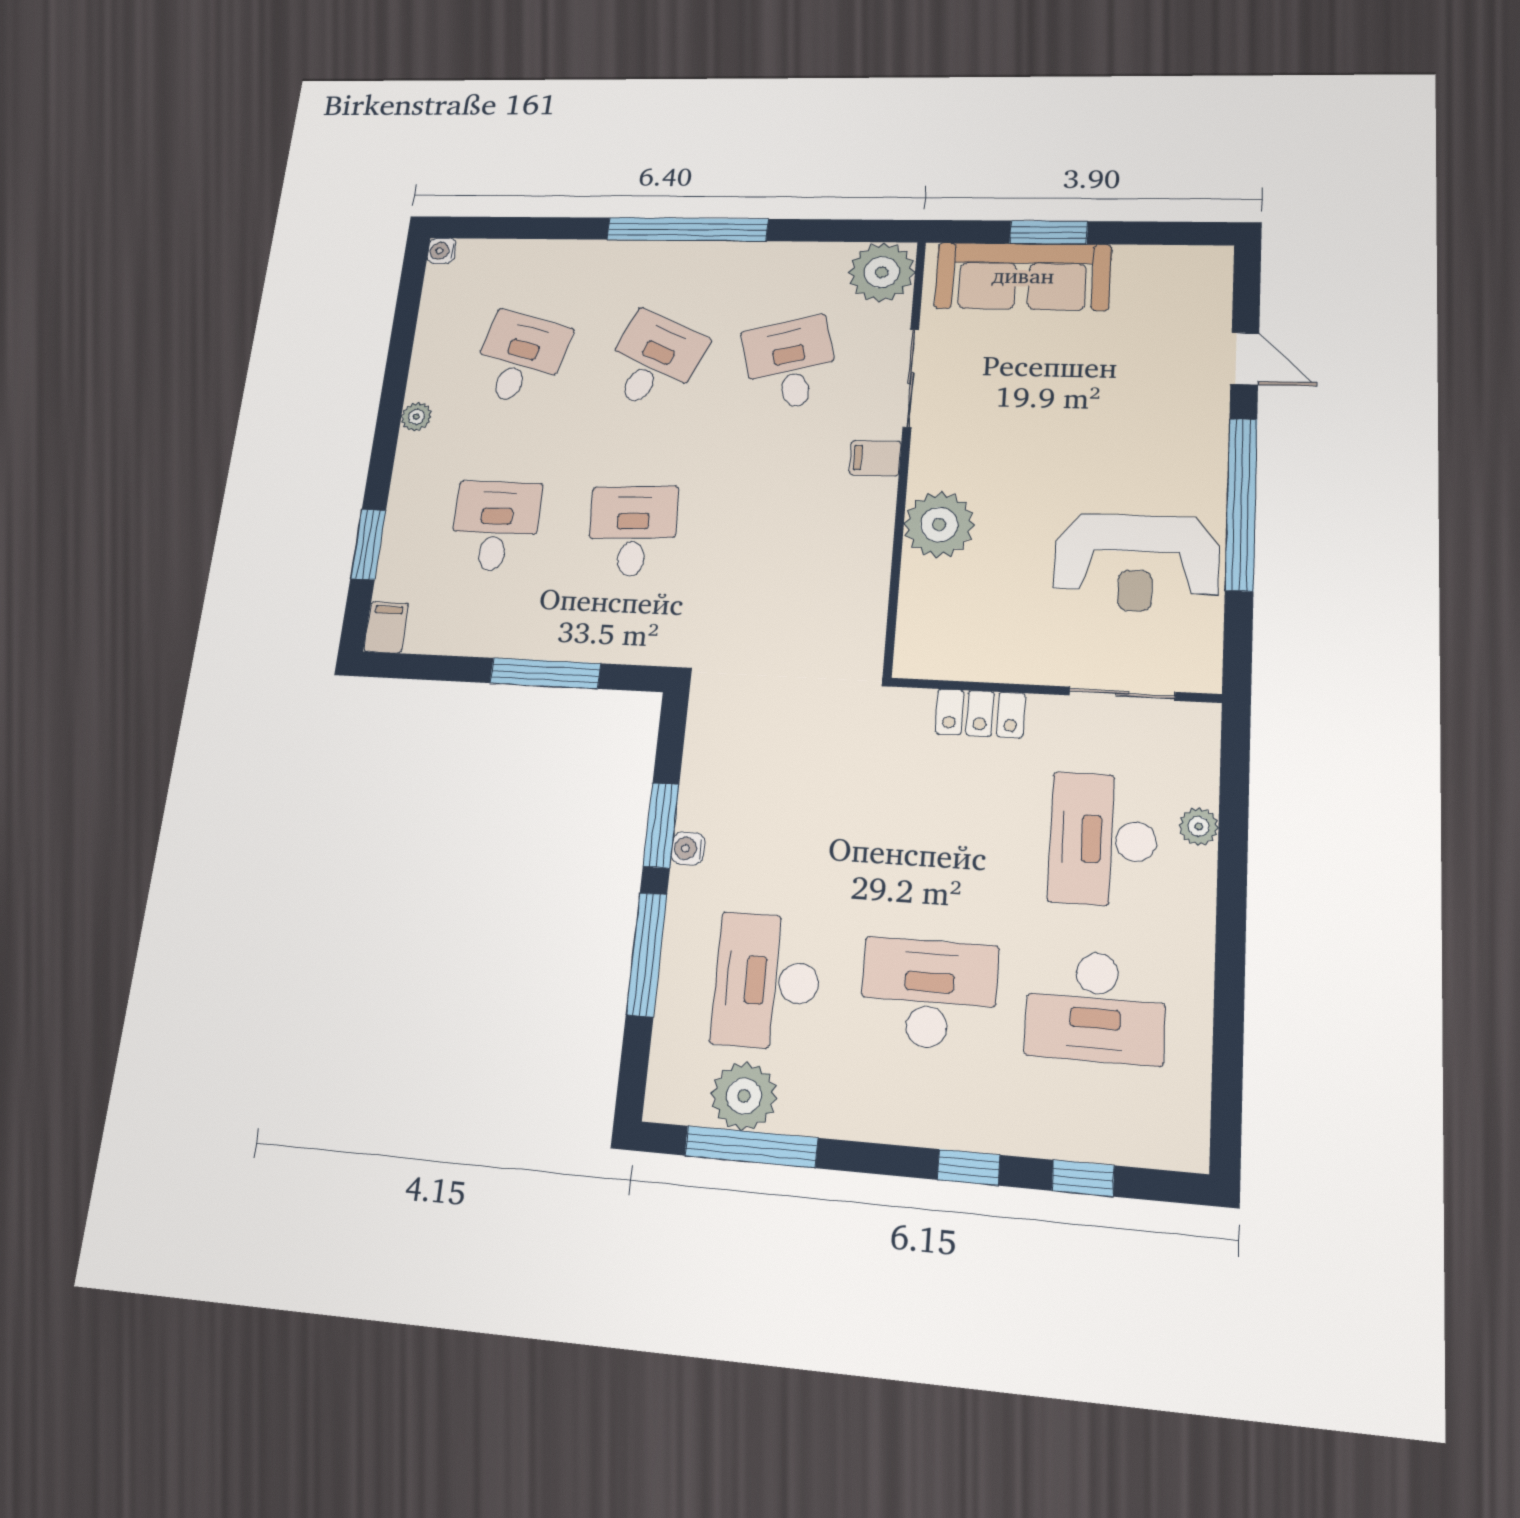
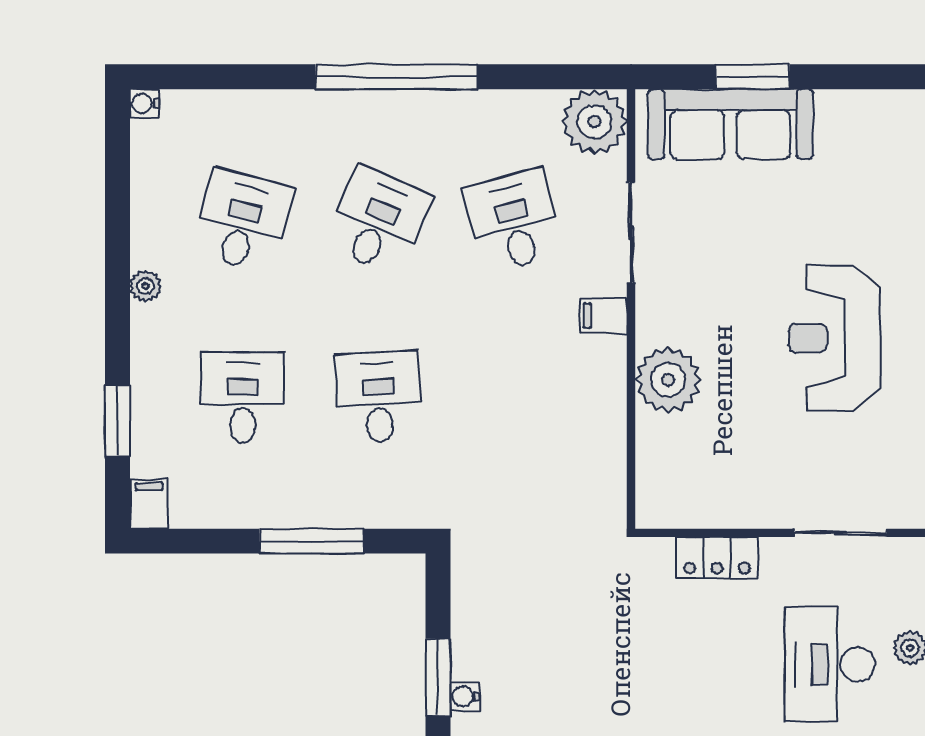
reception desk: (1136, 563) -> (834, 338), moved, turned 90

